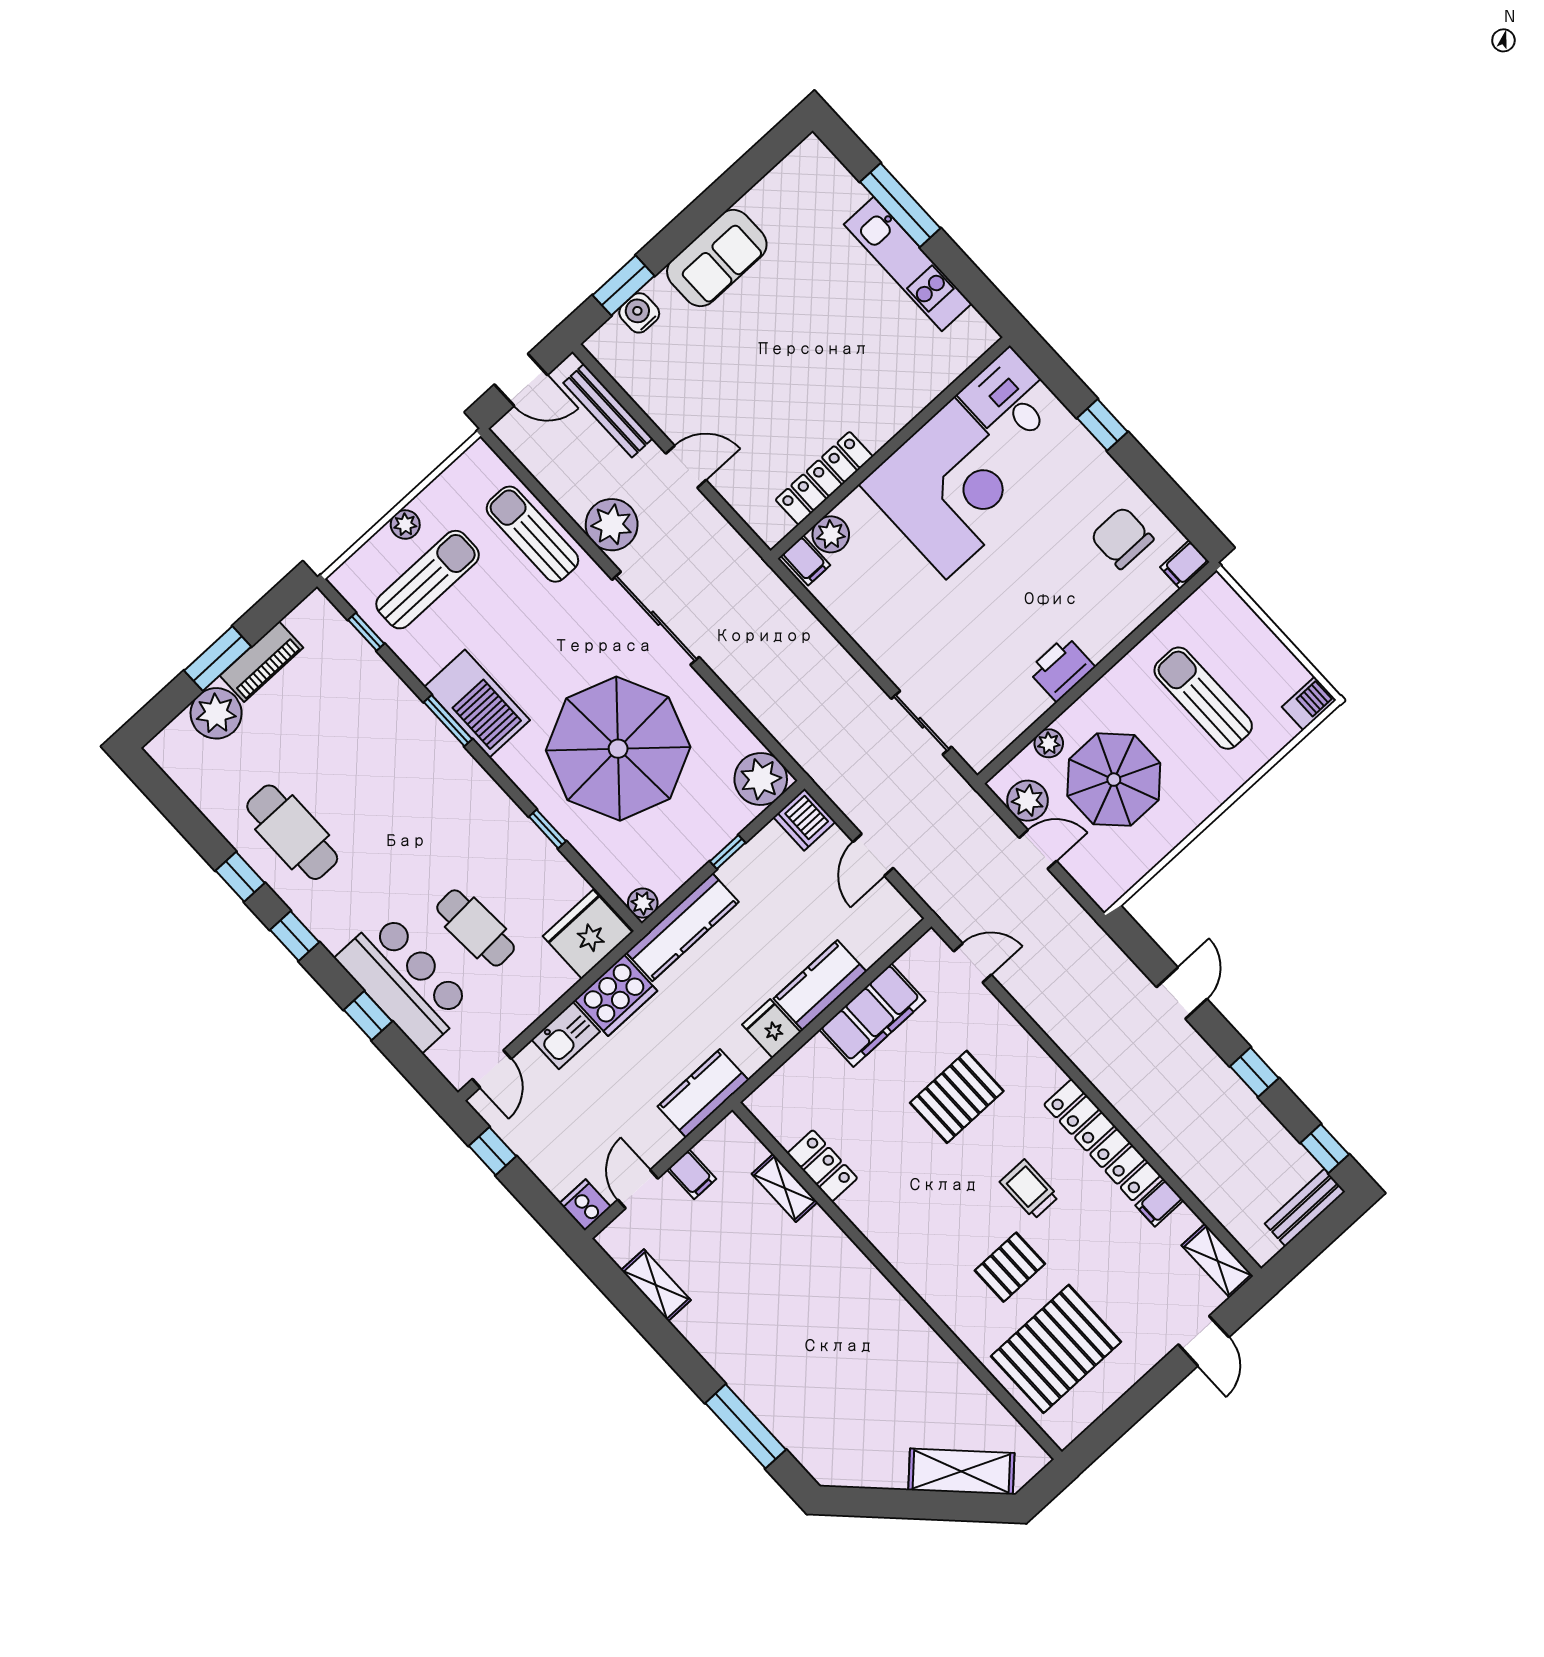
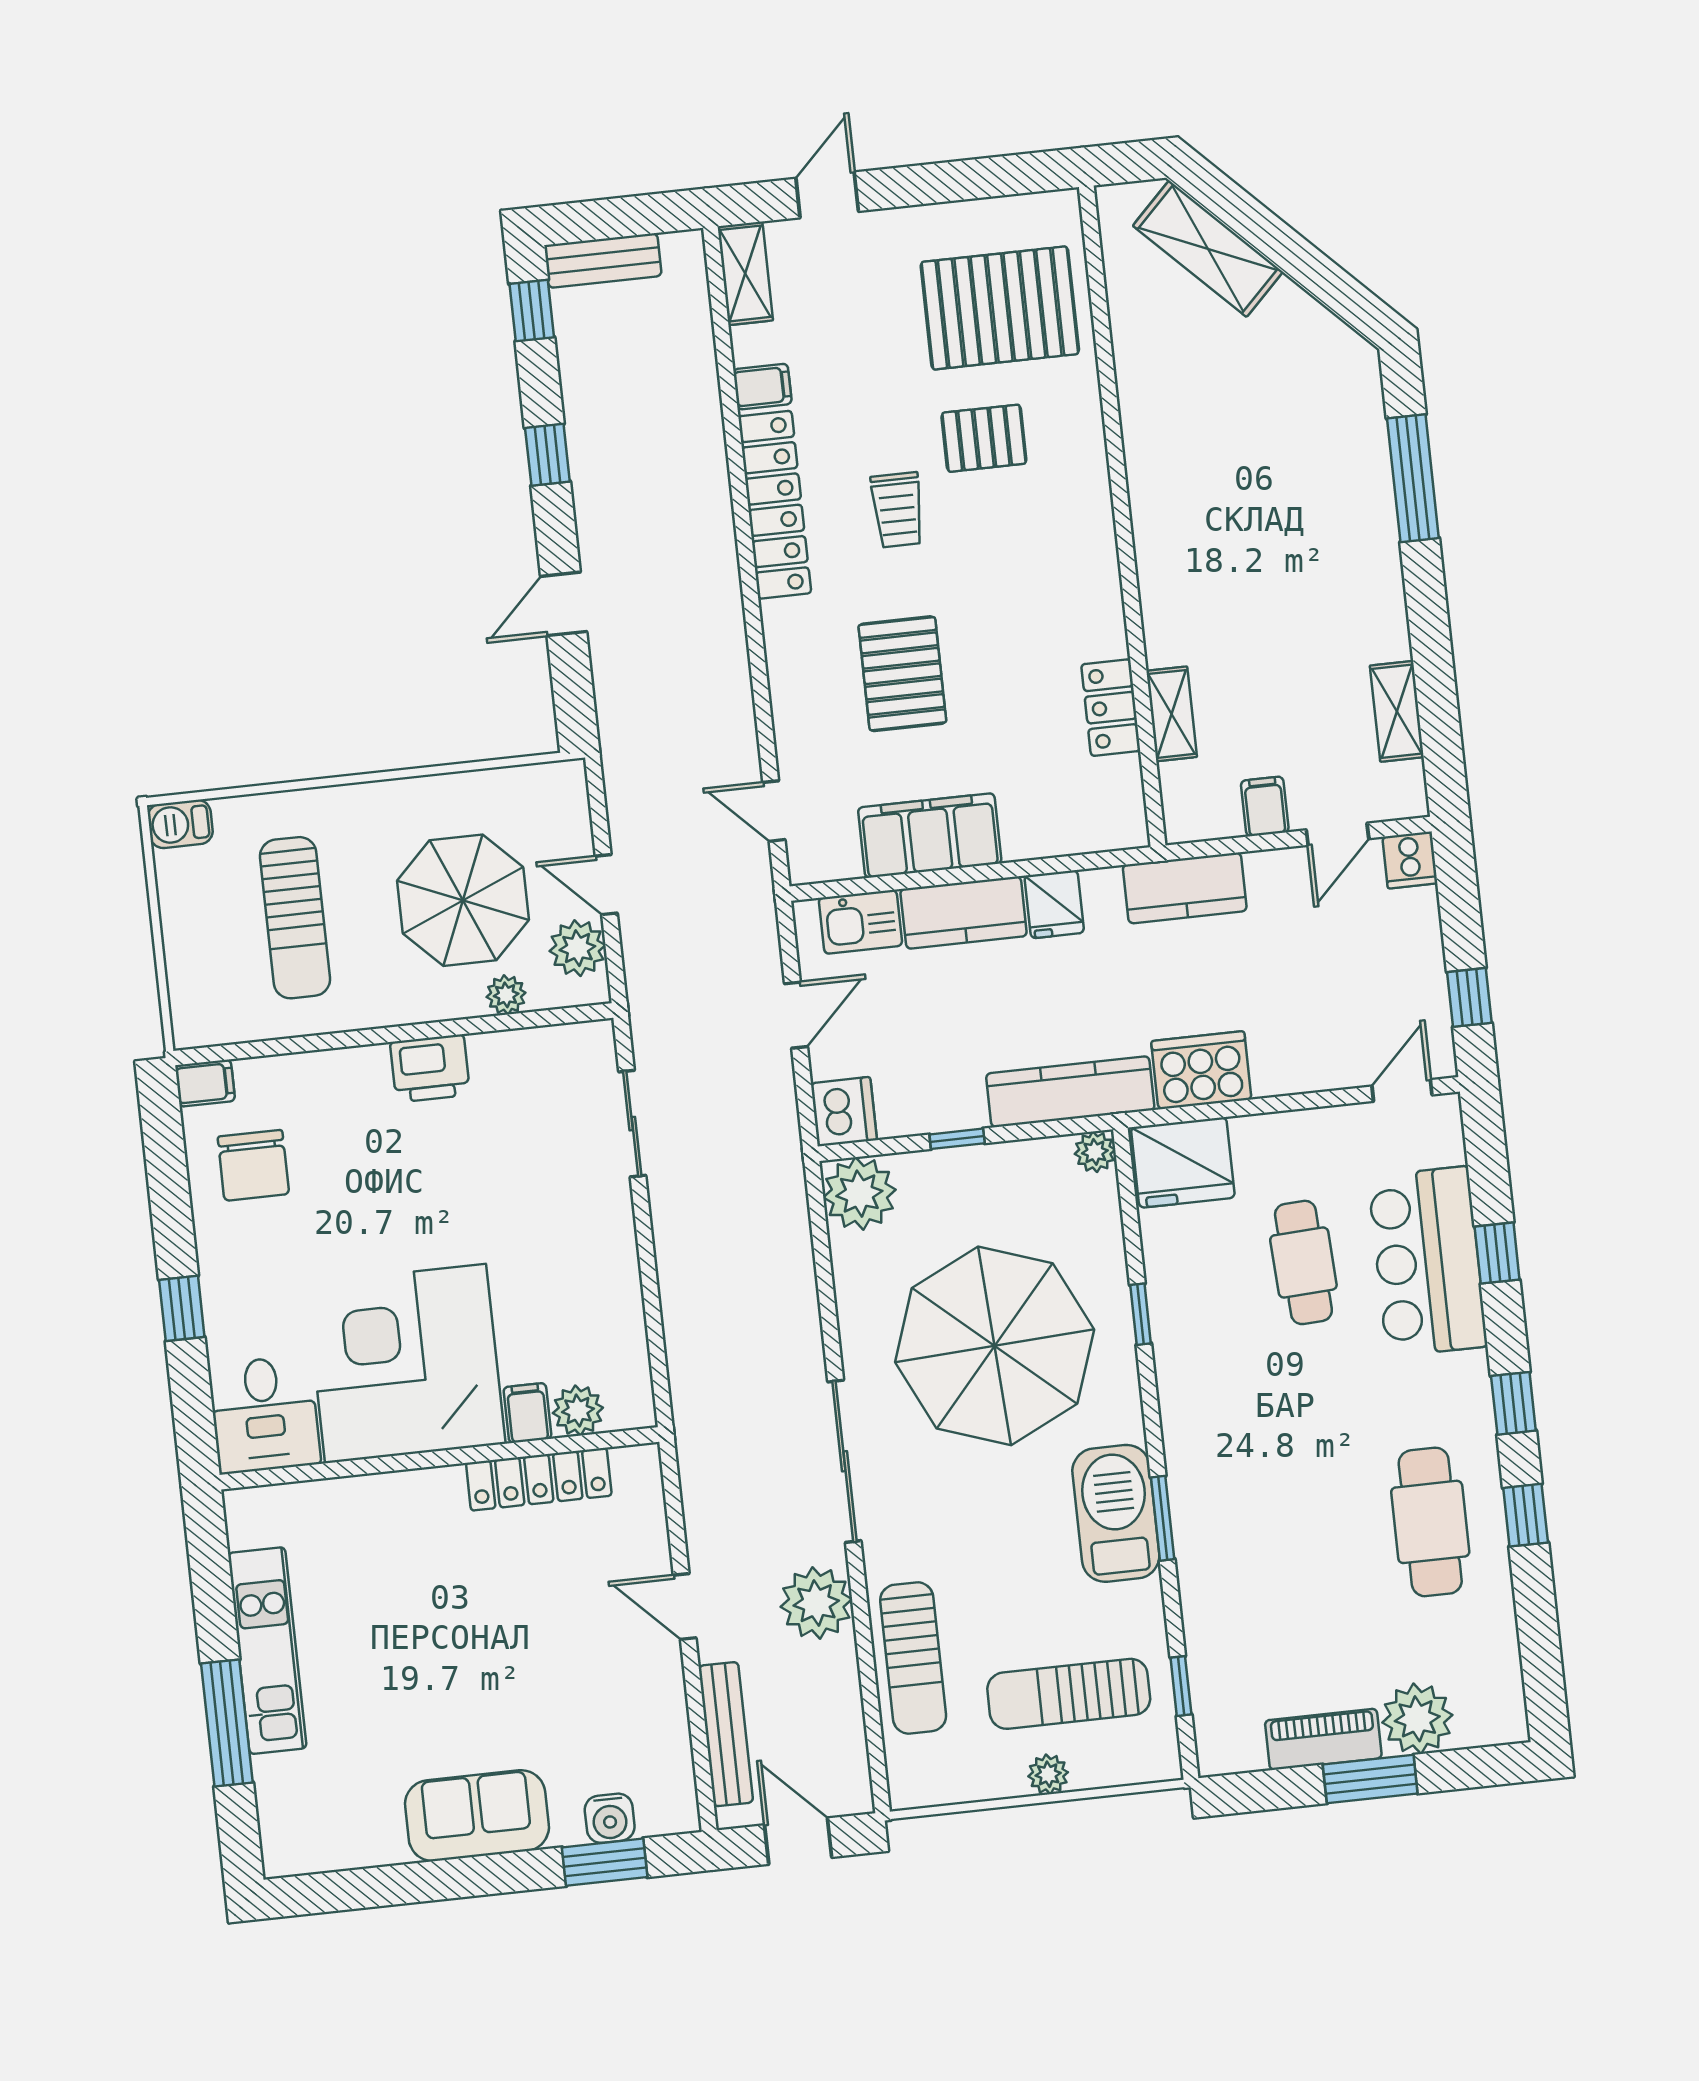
filing cabinet: (806, 560) -> (527, 1413), moved
kitchen sink: (566, 1036) -> (860, 922), moved, turned 180
pallet: (957, 1097) -> (902, 674), turned 90

